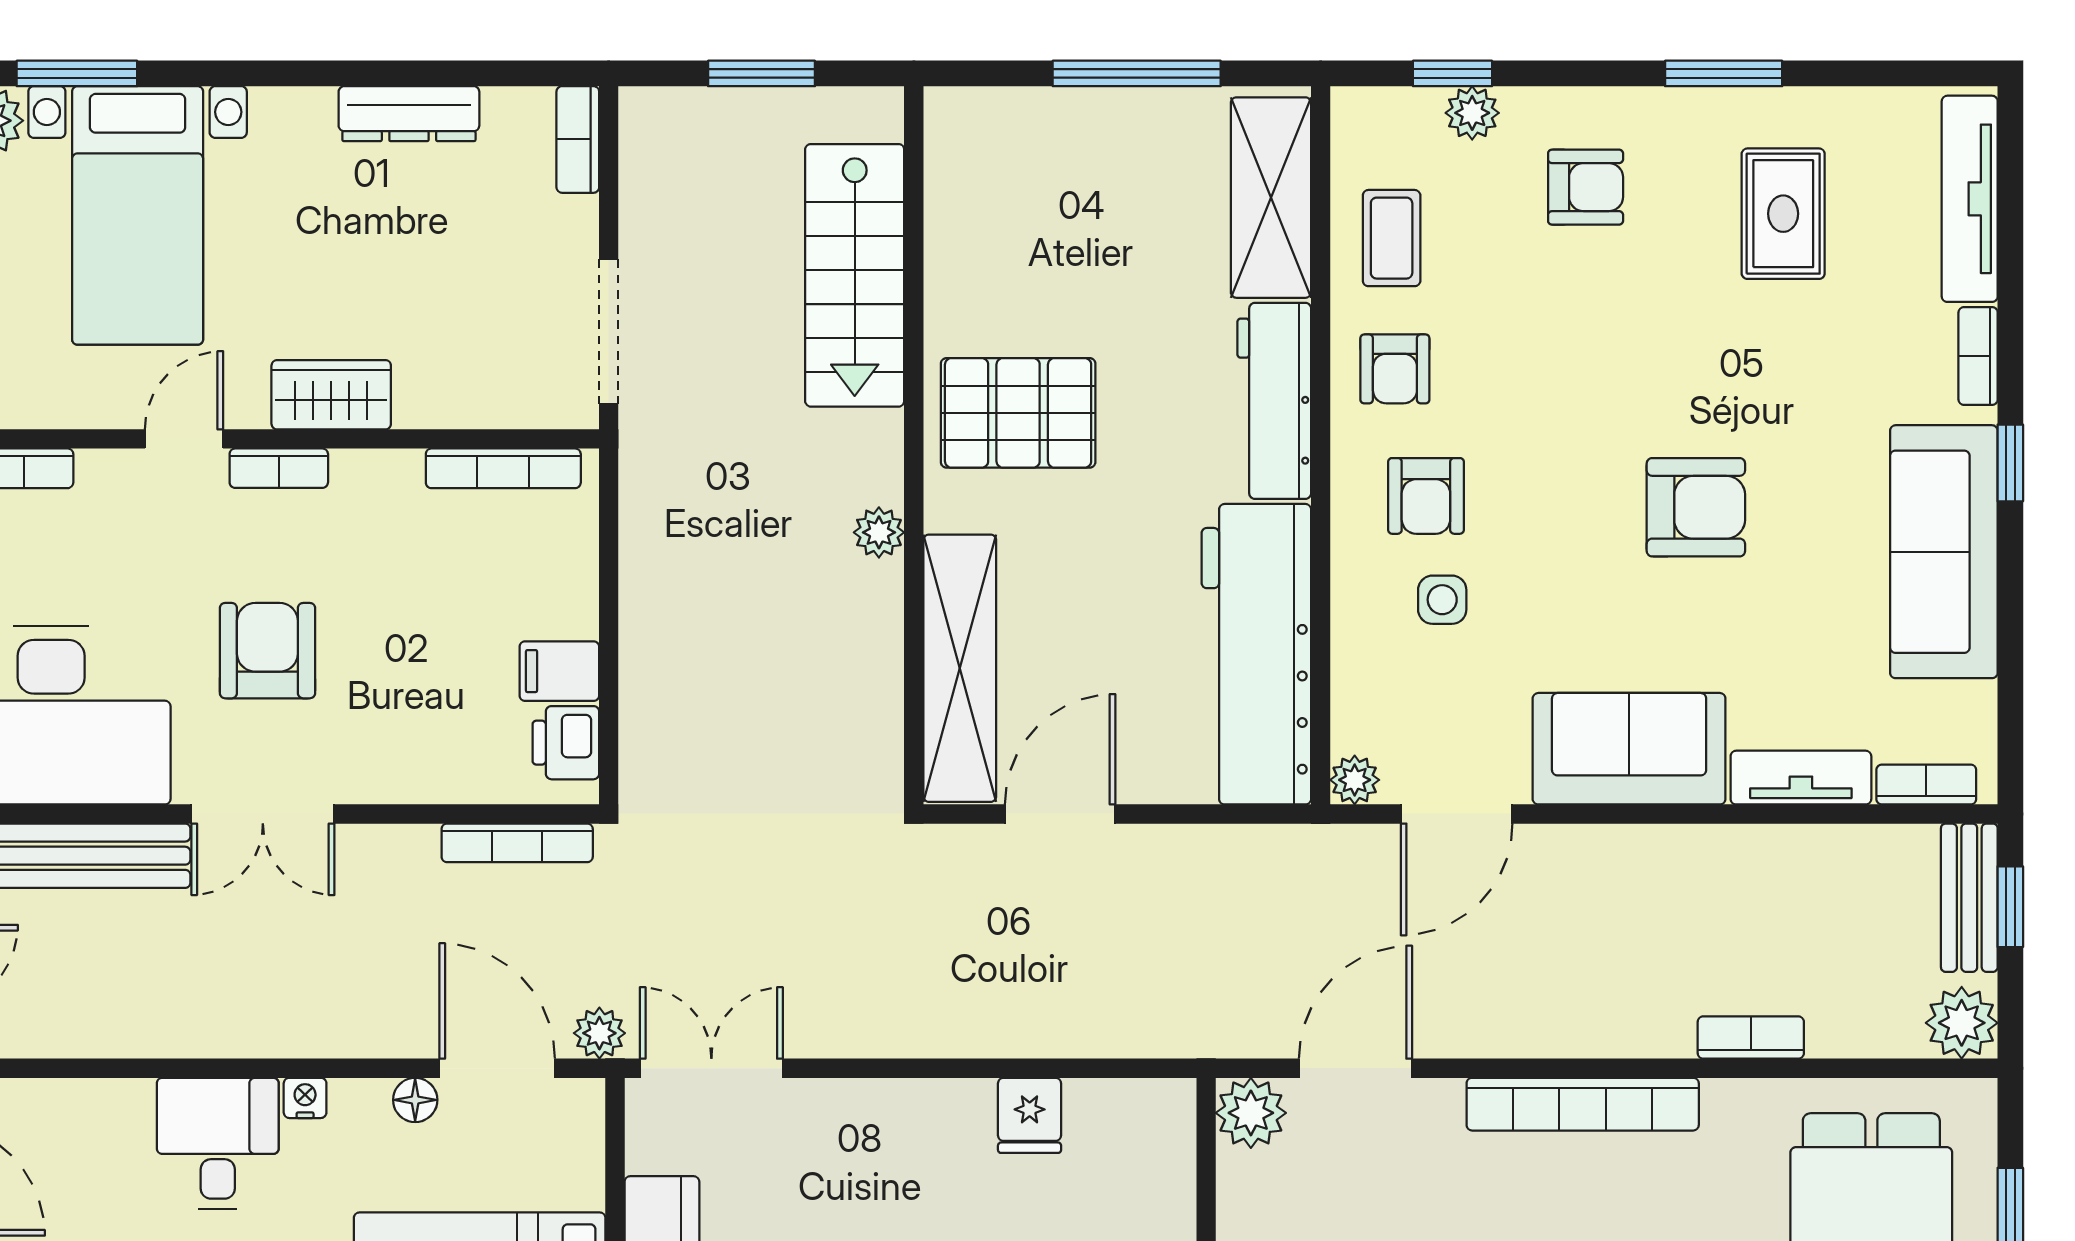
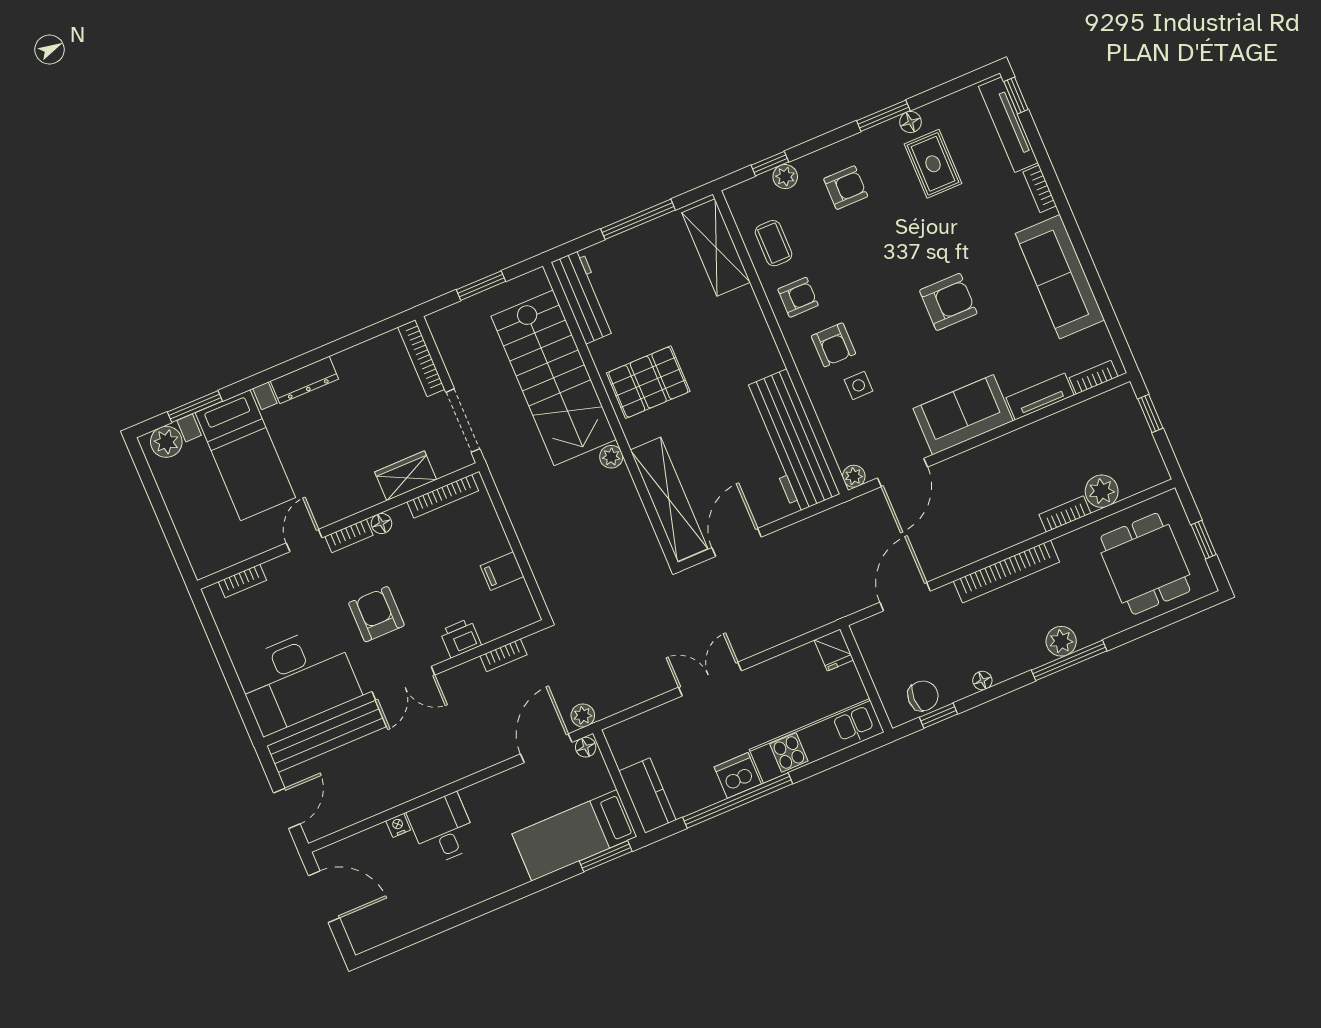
floor lamp: (1773, 110) -> (910, 122), added
dresser: (409, 114) -> (304, 380), moved
bookcase: (578, 139) -> (421, 358), width x1.56
stairs: (855, 275) -> (554, 378), width x1.36, depth x1.51
armchair: (1395, 369) -> (798, 297), turned -90
wardrobe: (331, 395) -> (406, 476), moved
workbench: (1274, 401) -> (584, 297), moved, turned 180
window: (2010, 463) -> (1016, 96), moved
floor lamp: (355, 471) -> (381, 523), added
printer: (566, 743) -> (461, 638), moved, turned 90
bookcase: (517, 843) -> (503, 655), width x0.64
bench: (1969, 898) -> (1132, 417), removed
plant: (1962, 1023) -> (1102, 491), moved
door: (497, 1068) -> (546, 748), hinge flipped
double door: (711, 1068) -> (710, 679), moved
nightstand: (305, 1098) -> (398, 825), moved
floor lamp: (415, 1100) -> (586, 747), moved
plant: (1251, 1113) -> (869, 634), removed
fridge: (1030, 1115) -> (834, 650), moved

